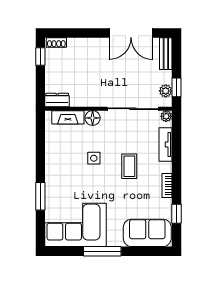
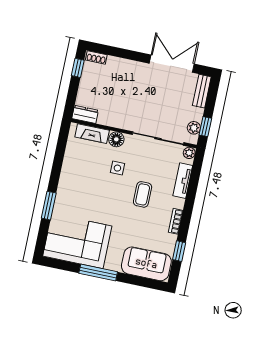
double door: (131, 33) -> (172, 64), swing flipped
side table: (94, 158) -> (117, 168), moved

